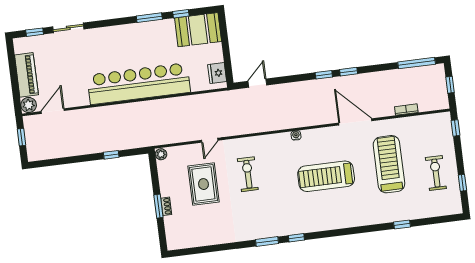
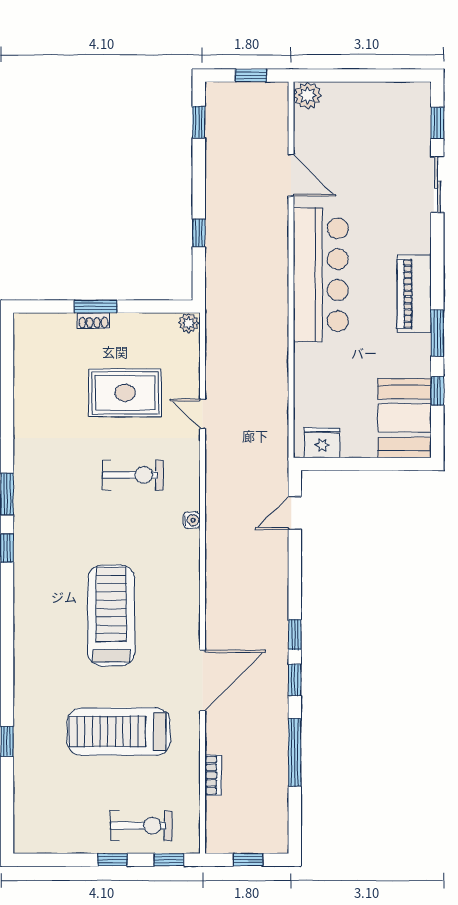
window: (417, 63) -> (295, 752), moved
piano: (26, 75) -> (414, 294), moved, turned 90
door: (257, 83) -> (295, 513), swing flipped
bar counter: (139, 84) -> (321, 275), width x0.73
door: (53, 111) -> (291, 175), moved
water cooler: (296, 135) -> (192, 520), moved
window: (51, 162) -> (199, 122), added
treadmill: (389, 164) -> (119, 732), turned 180
exercise bike: (436, 173) -> (141, 826), moved
window: (462, 183) -> (113, 860), moved

